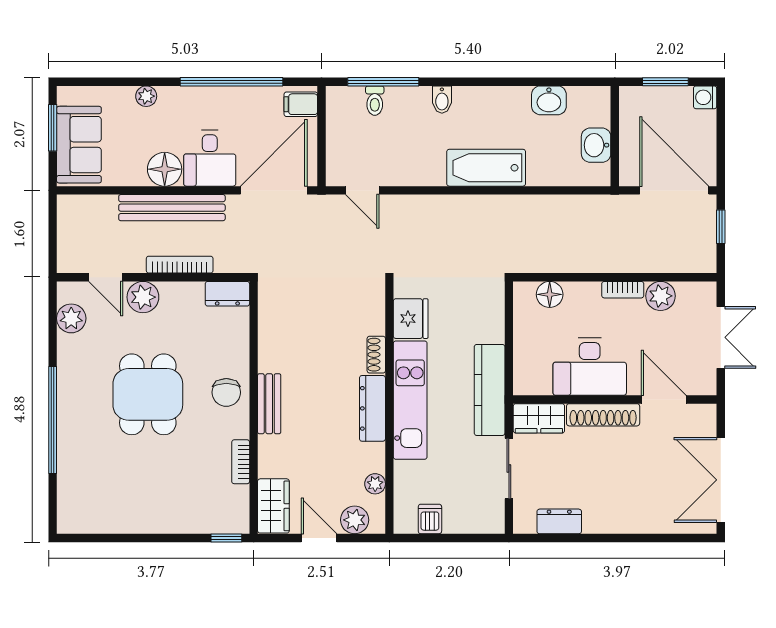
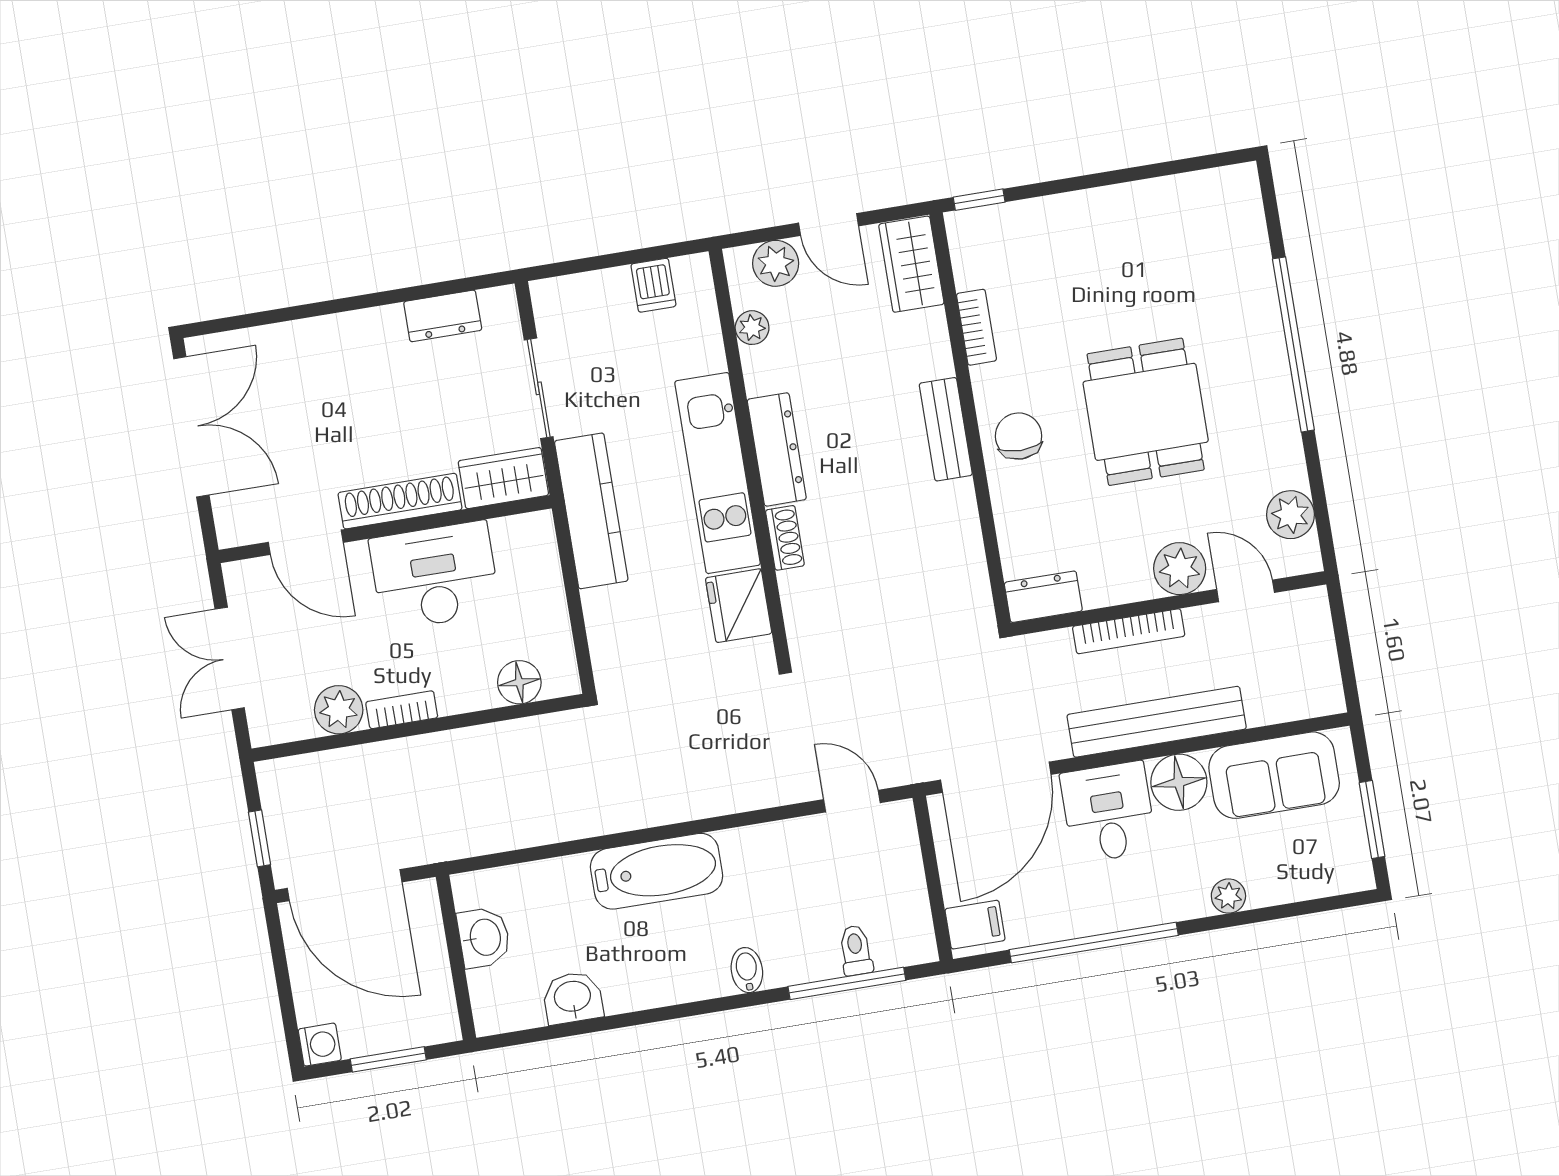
sofa: (79, 145) -> (1274, 775), moved, turned -90

